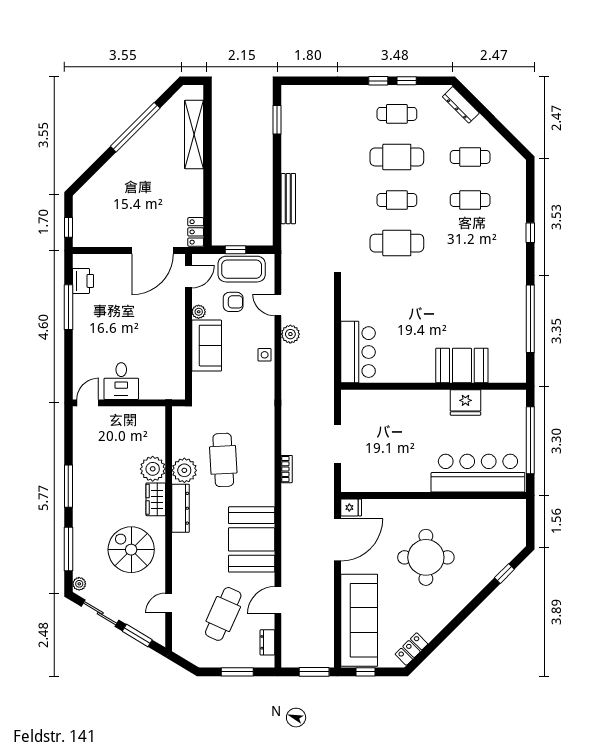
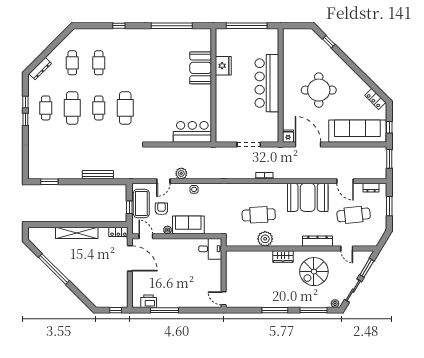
shelving: (194, 134) -> (77, 233), moved
desk: (121, 381) -> (210, 249), moved
plant: (153, 469) -> (264, 258), removed
bar counter: (478, 473) -> (267, 83), moved
dresser: (181, 508) -> (317, 241), moved
cafe table: (223, 614) -> (354, 215), turned -30

